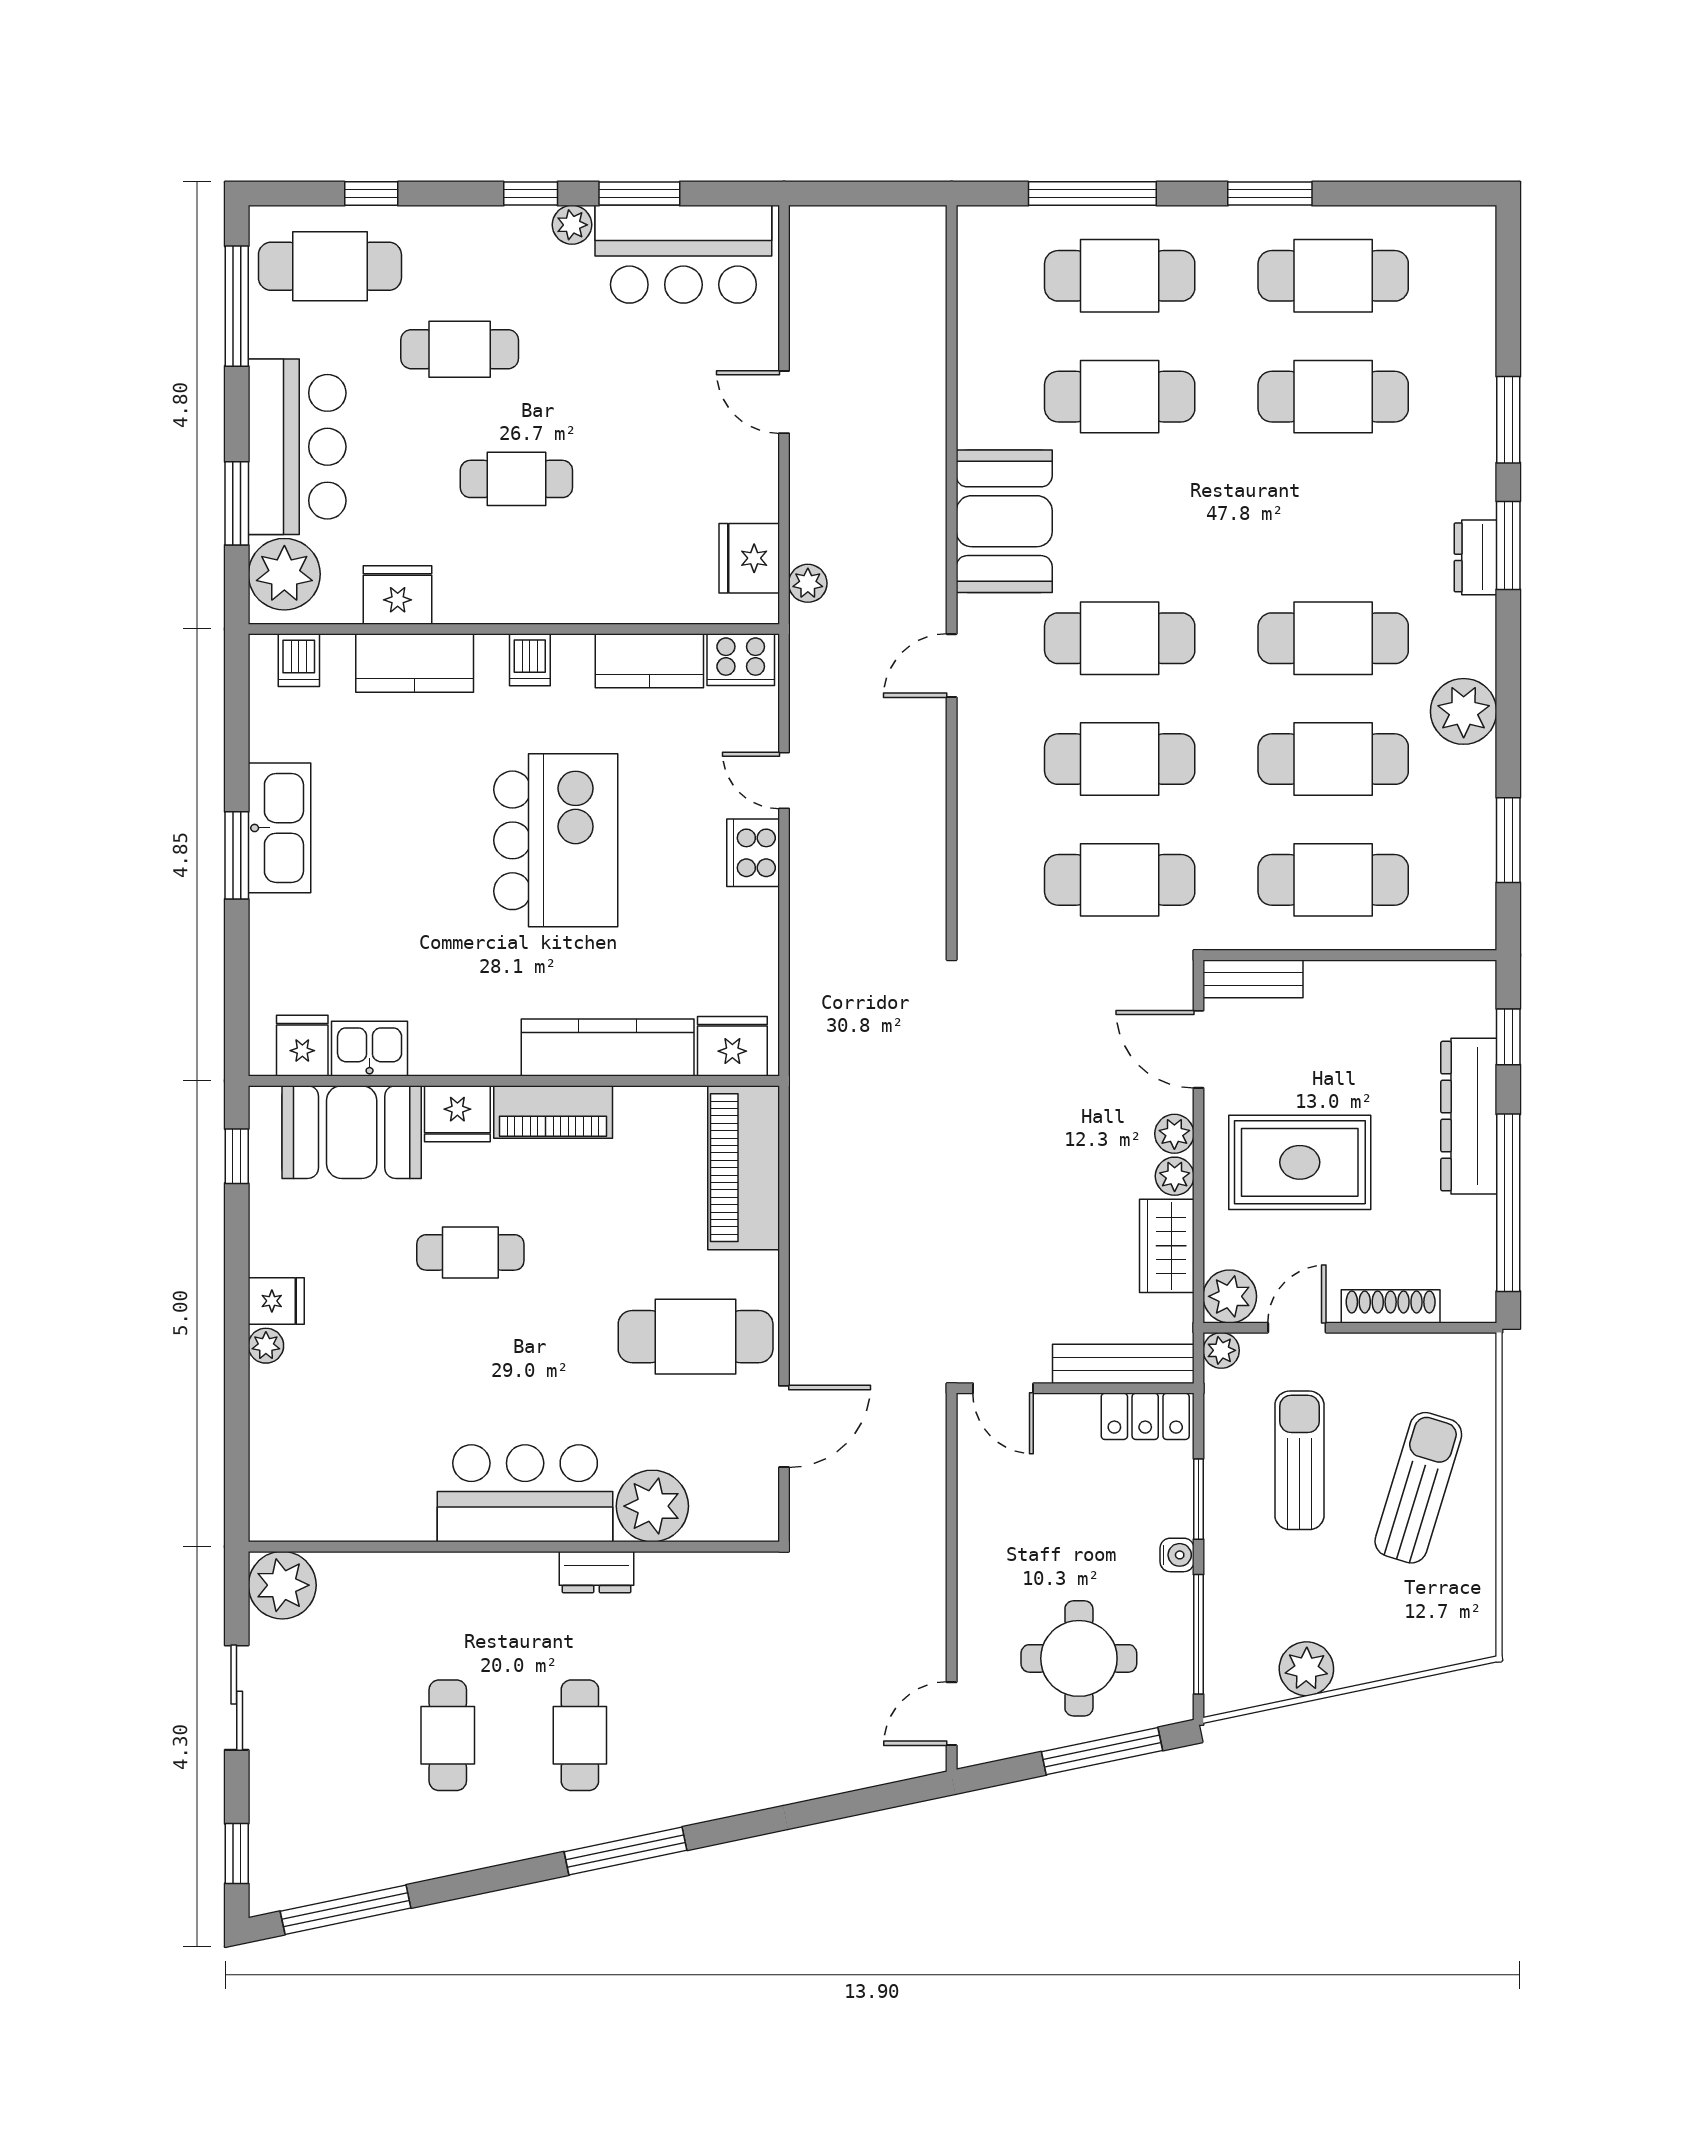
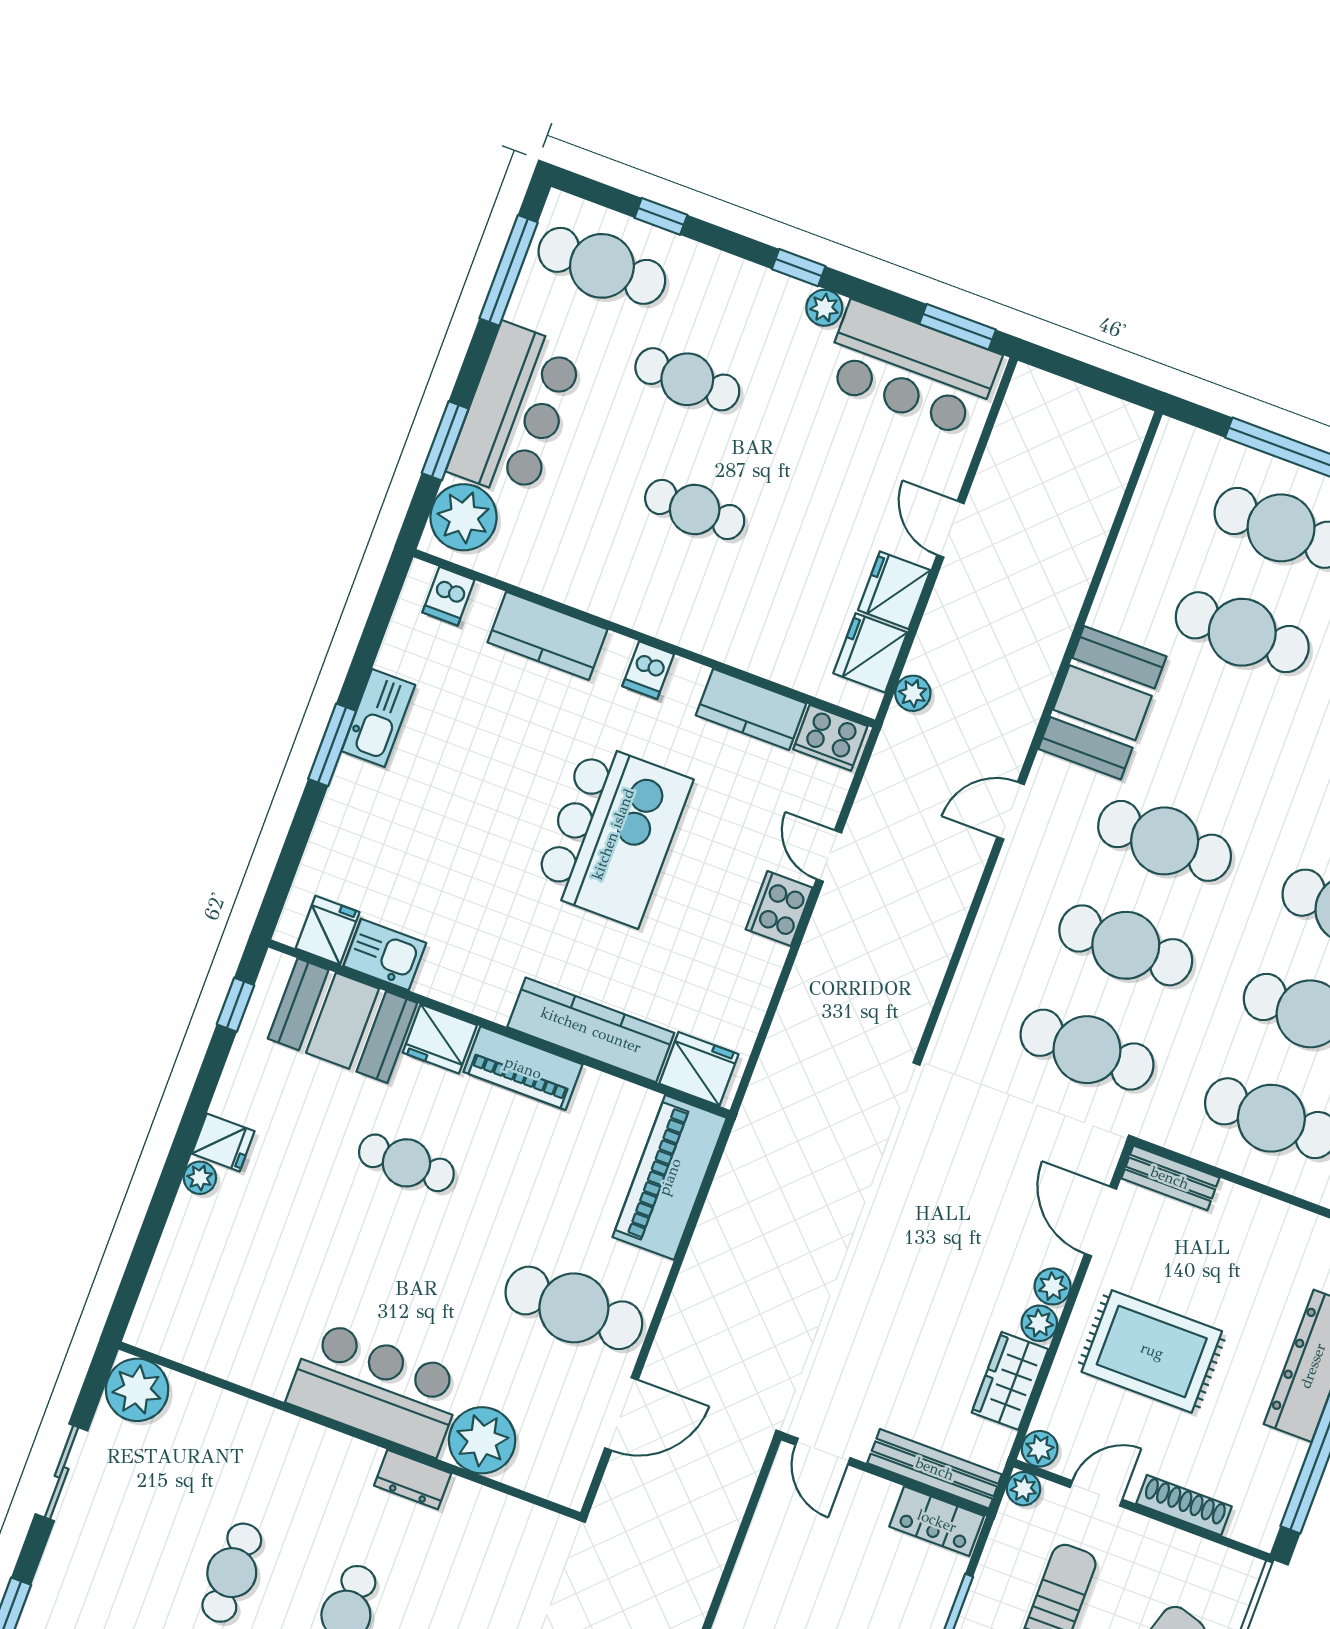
window: (639, 194) -> (958, 327), moved
fridge: (398, 595) -> (894, 590), moved, turned -90
kitchen sink: (280, 828) -> (378, 718), width x0.73, depth x0.81
plant: (1230, 1296) -> (1040, 1449), width x0.73, depth x0.73

